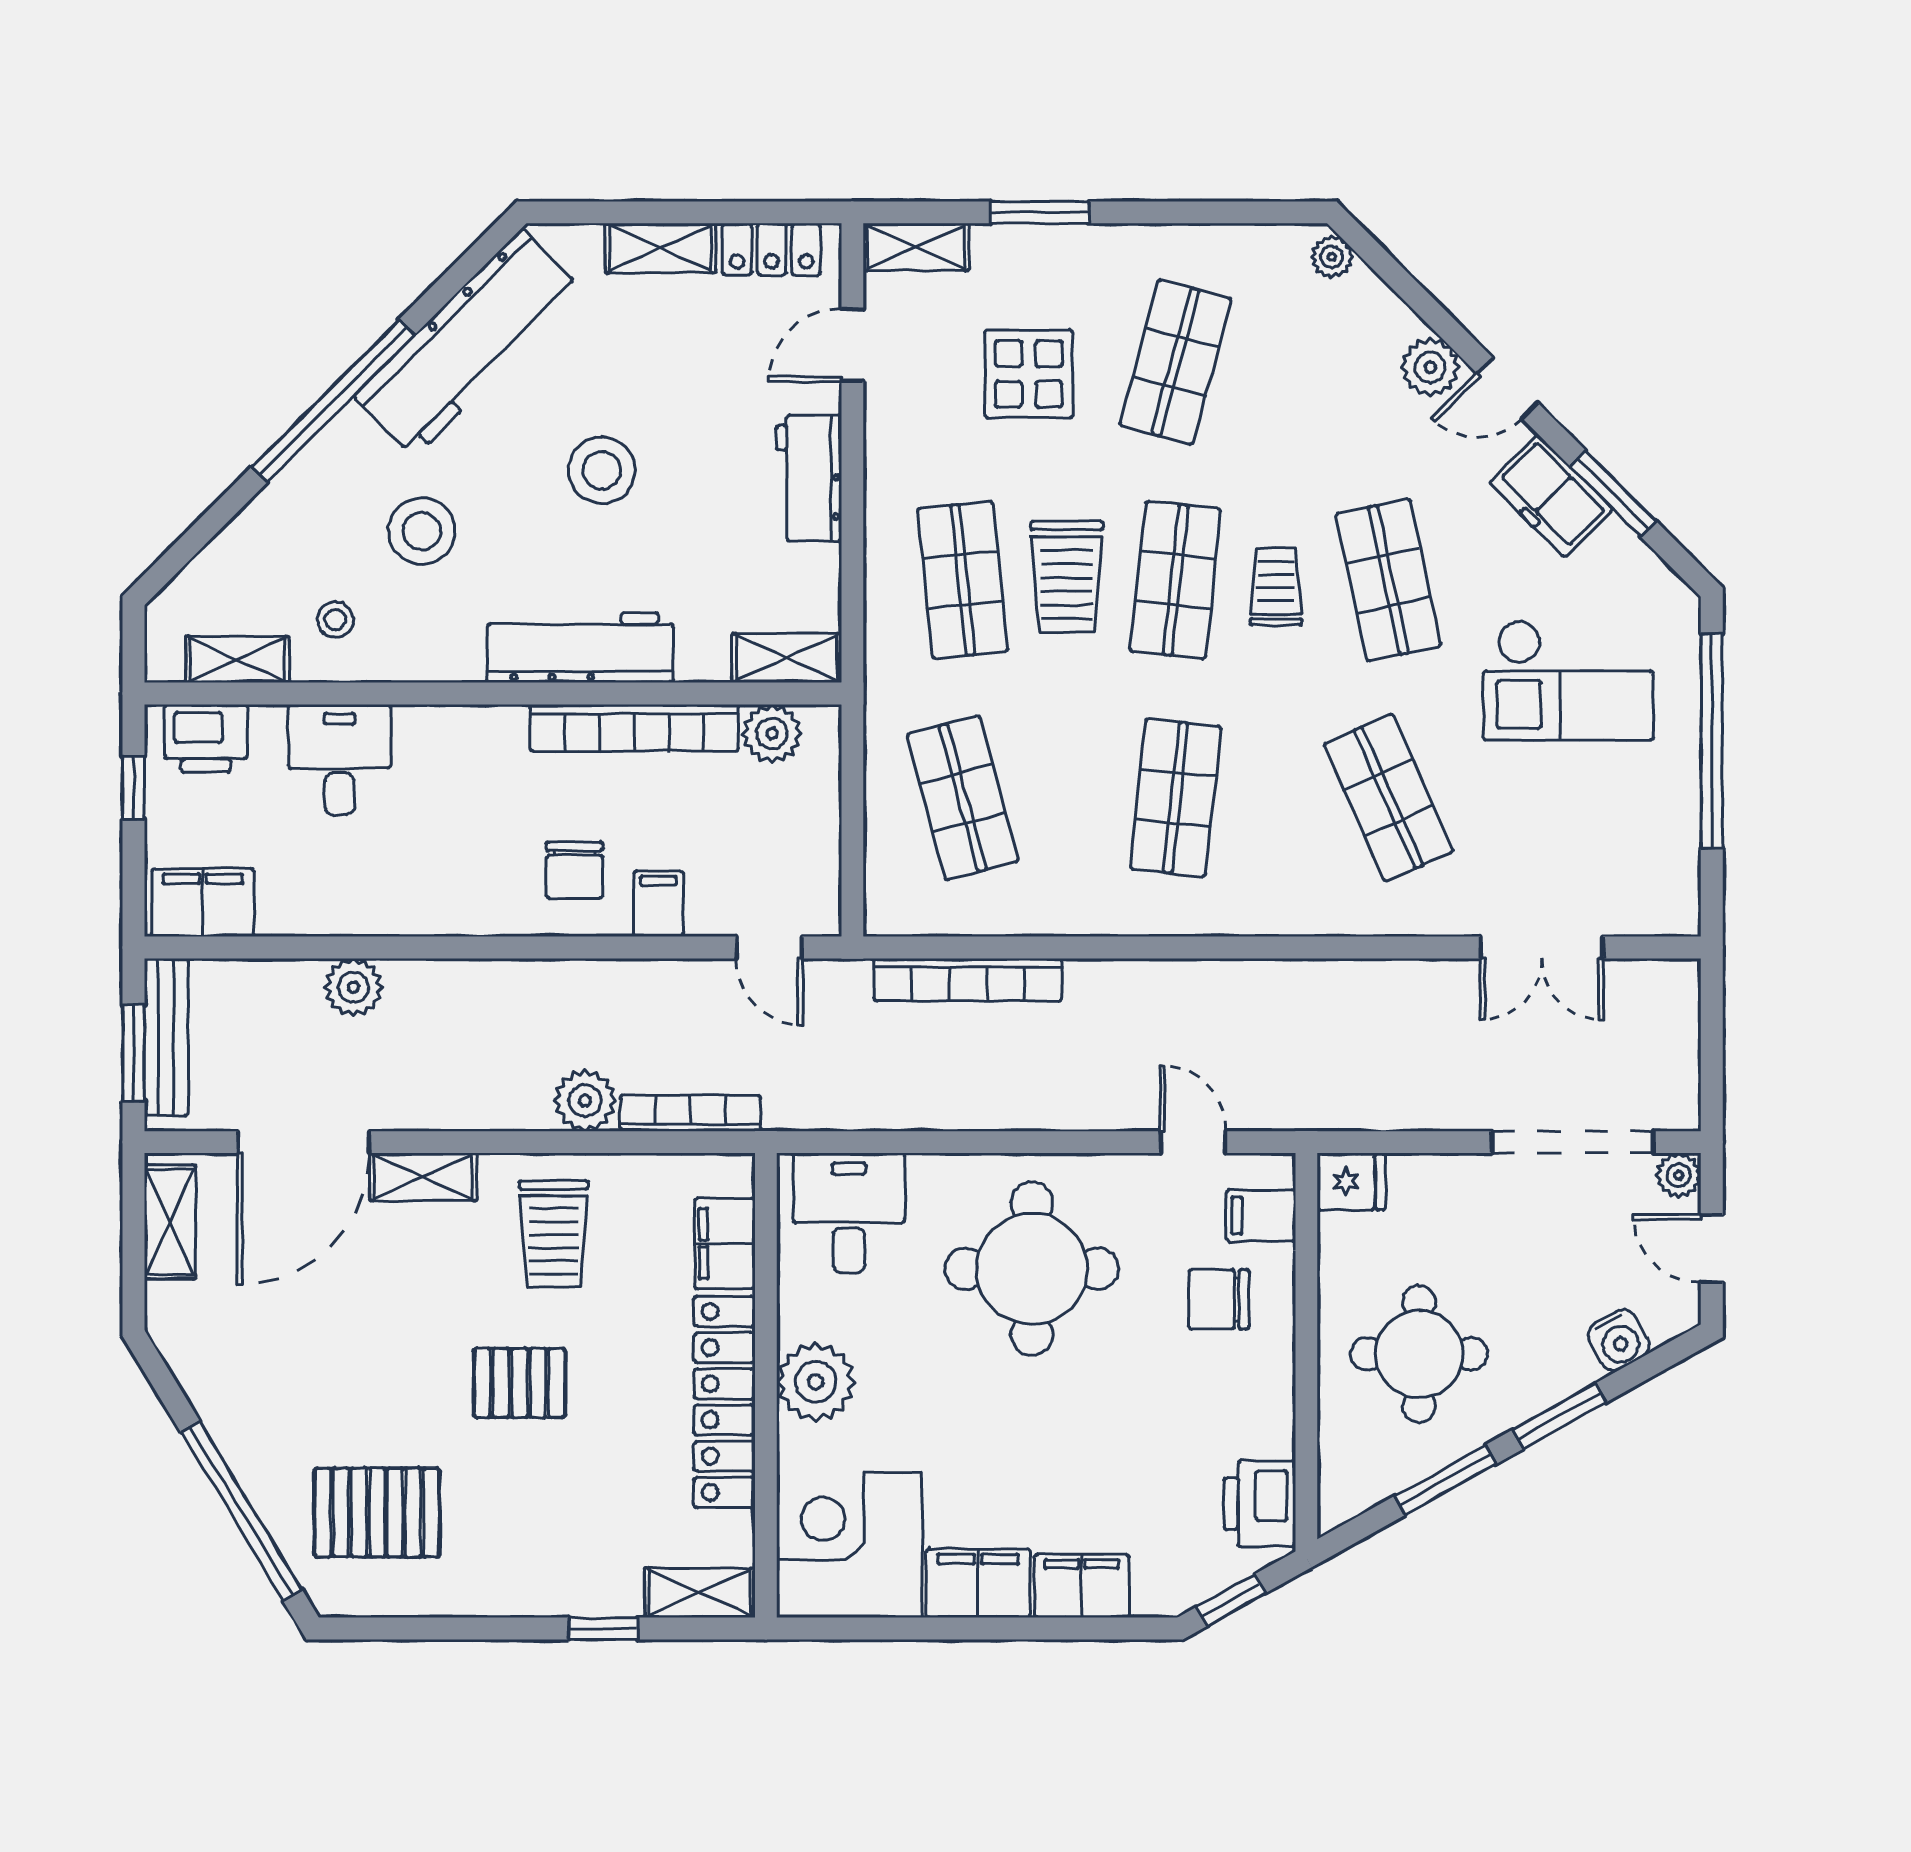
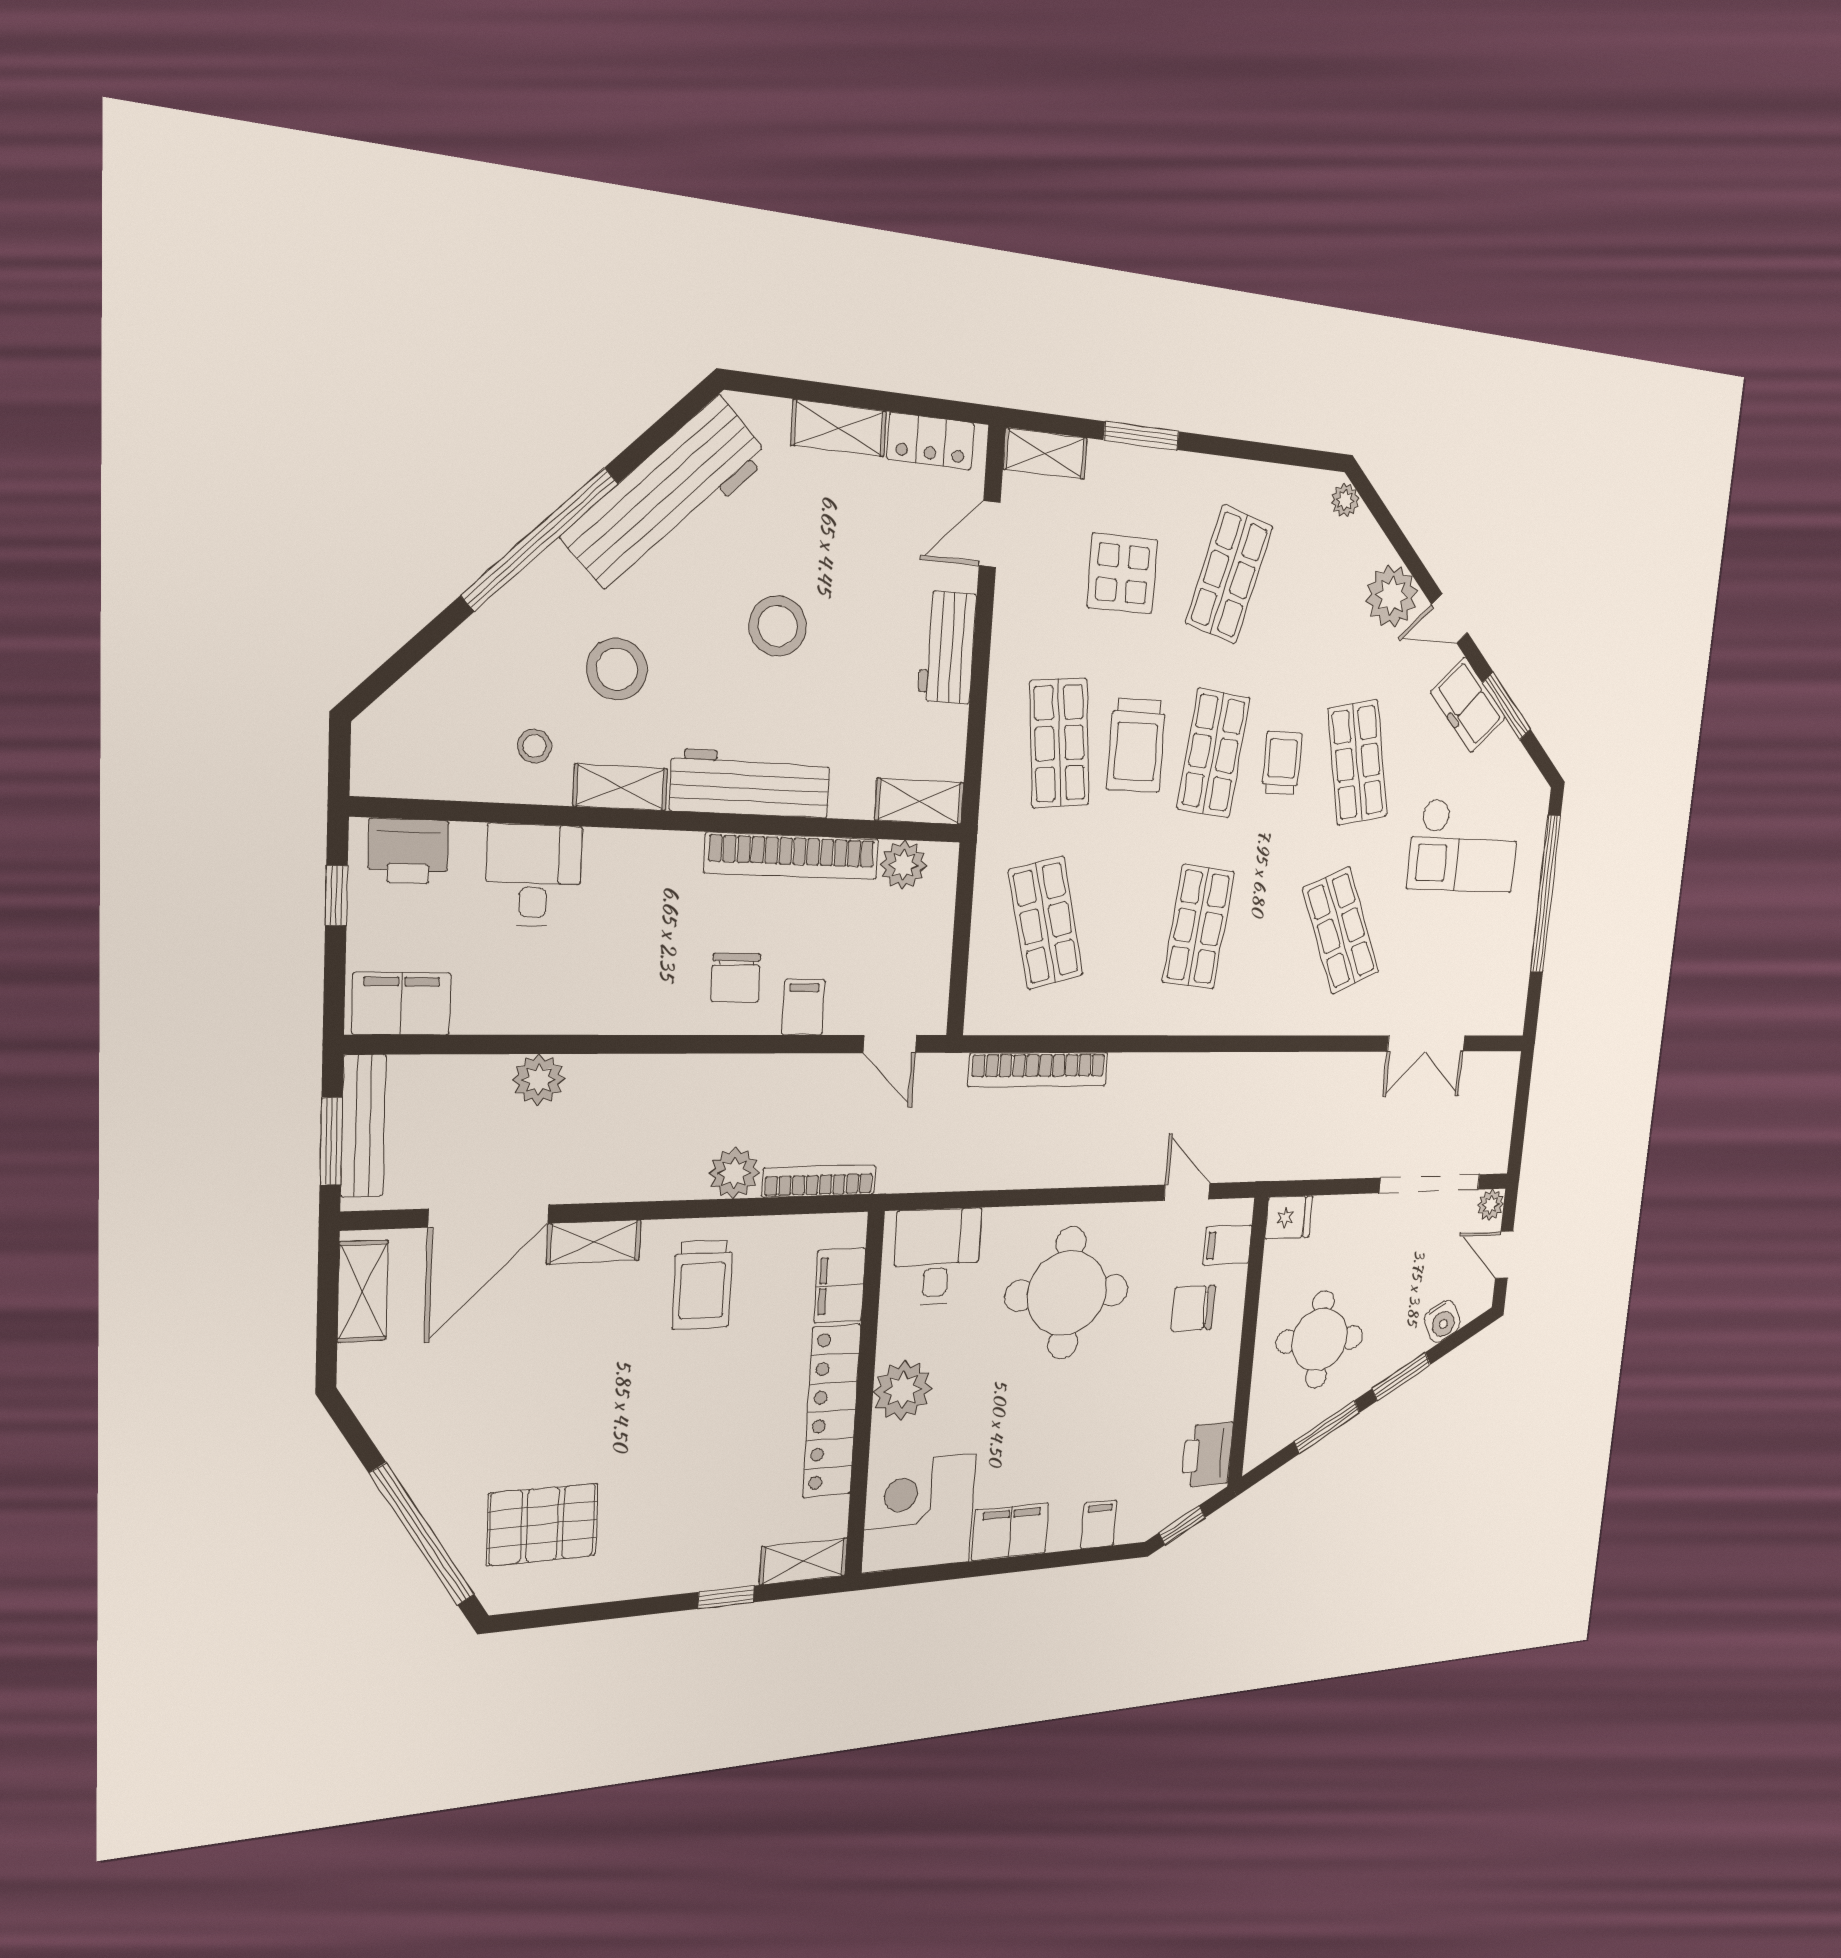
plant: (1430, 367) -> (1392, 596), width x1.36, depth x1.36
shelving: (237, 659) -> (620, 787), moved
pallet: (519, 1383) -> (668, 1408), removed
filing cabinet: (1082, 1586) -> (1099, 1524), width x0.50

